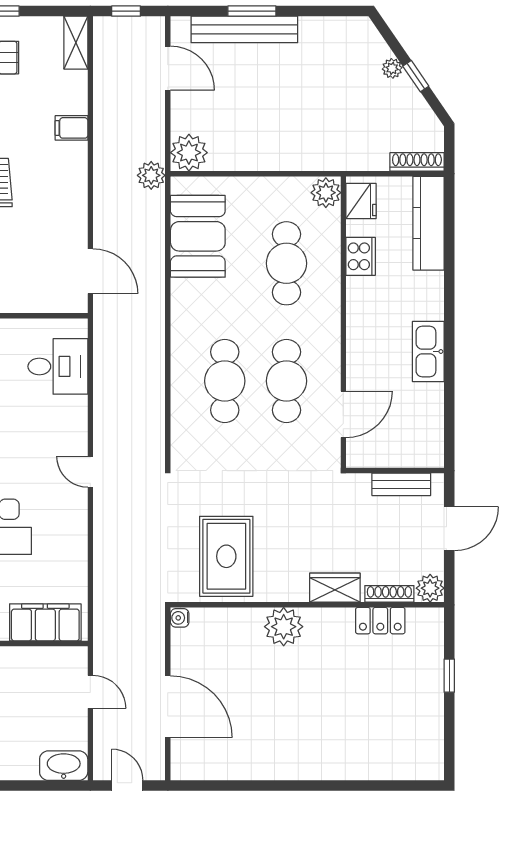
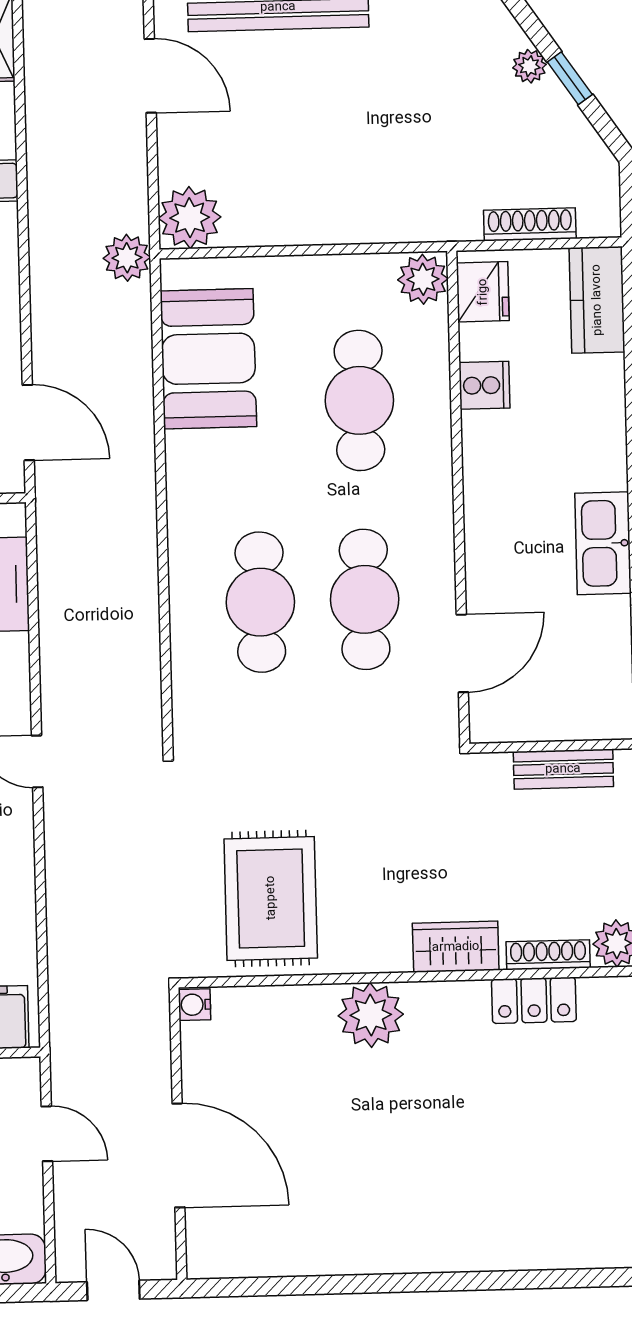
shoe rack: (417, 162) -> (530, 224), moved
kitchen counter: (428, 223) -> (597, 300), width x0.67
cooker: (361, 256) -> (485, 385), width x0.73

